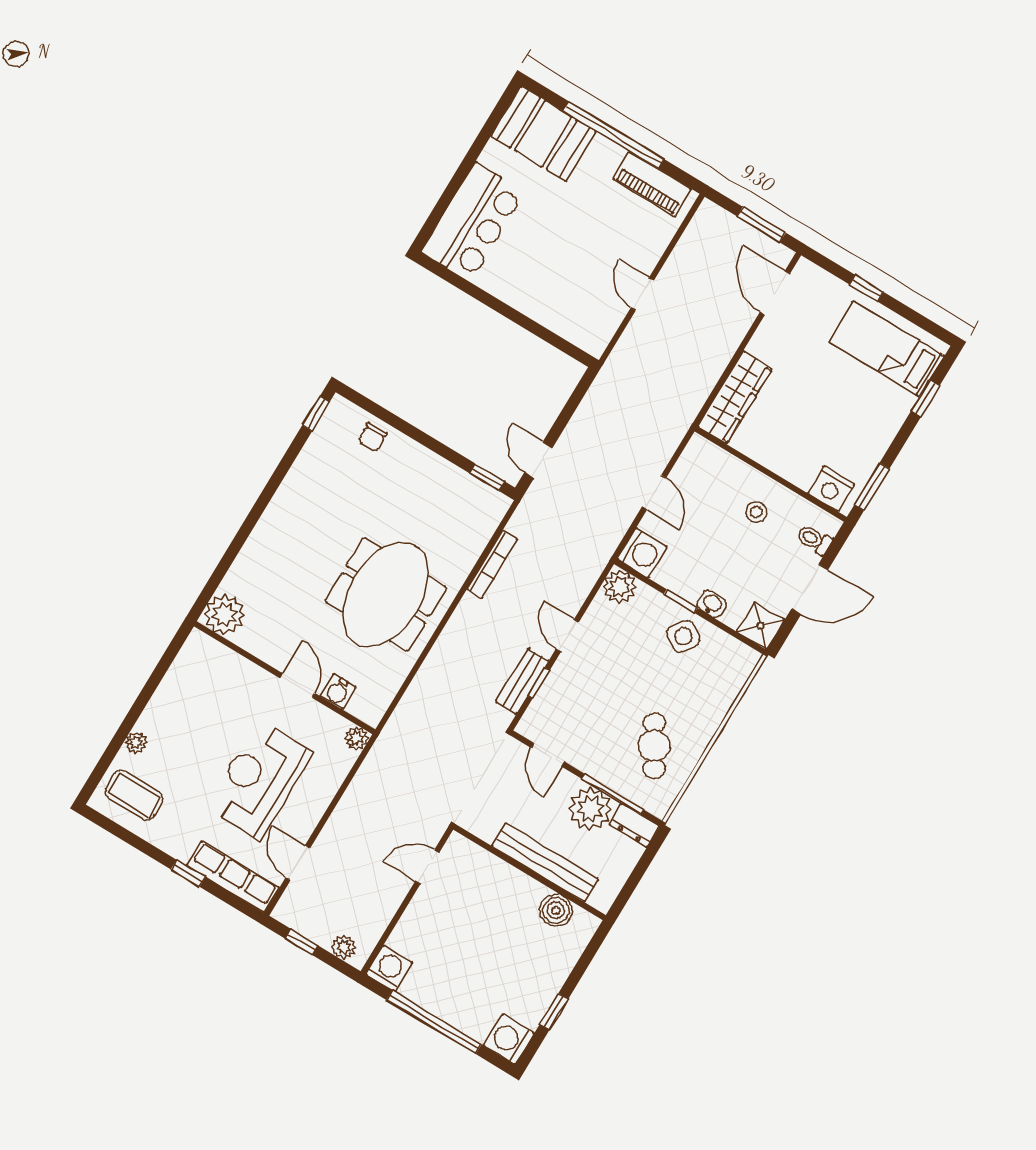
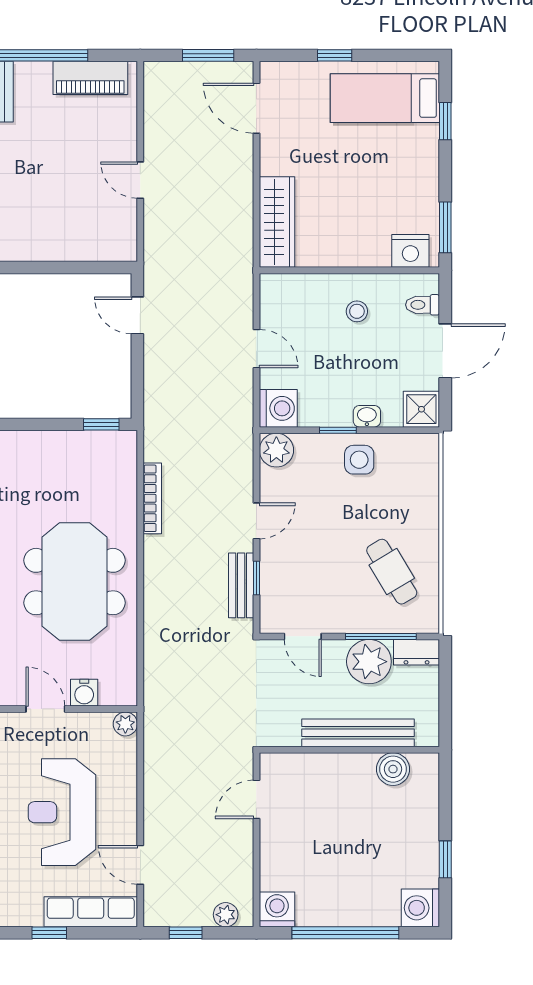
door: (538, 460) -> (137, 315), moved
door: (567, 635) -> (256, 521), swing flipped
side table: (683, 636) -> (359, 460), turned -34

